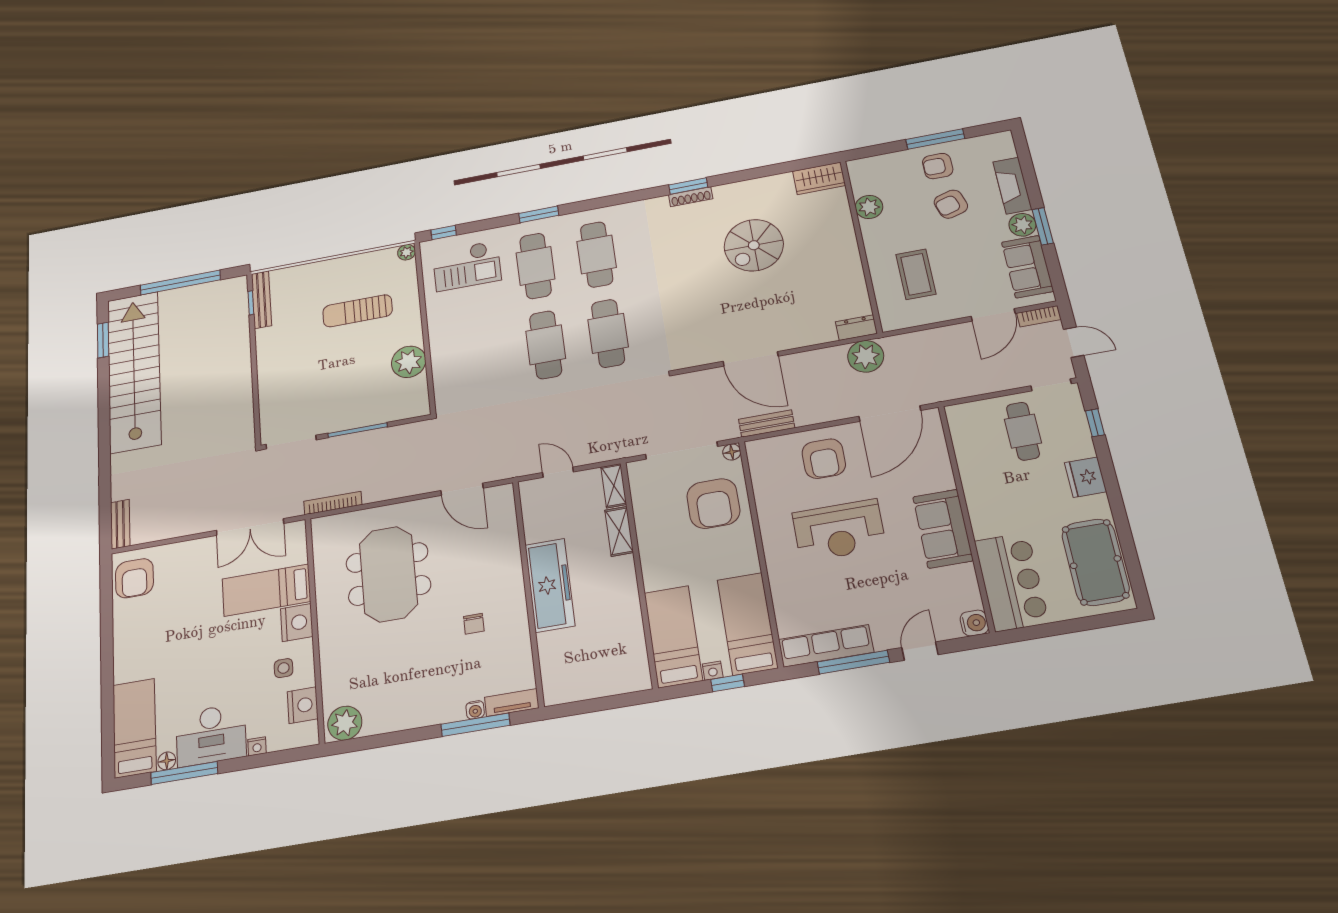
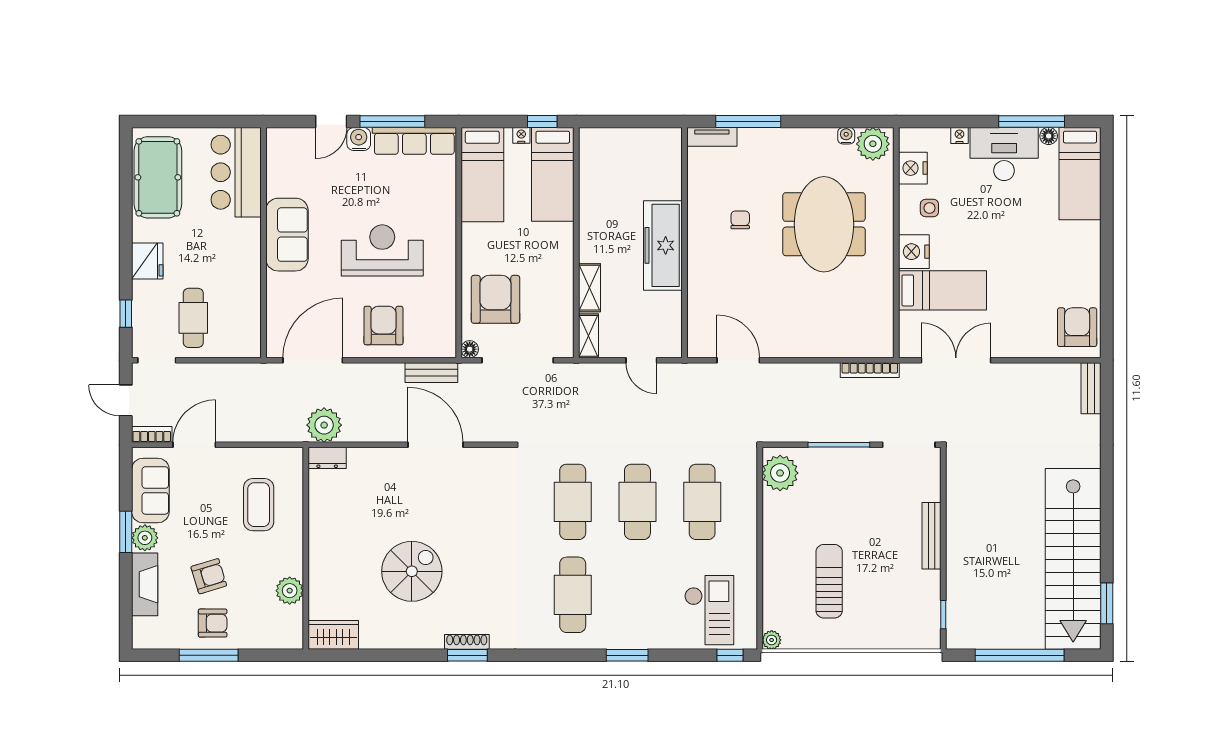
checkout: (467, 266) -> (709, 610), turned 90
cafe table: (536, 266) -> (702, 502), moved
bench: (261, 300) -> (931, 536), moved
sun lounger: (358, 311) -> (829, 581), turned -90
plant: (409, 362) -> (780, 473), moved
meeting table: (388, 574) -> (824, 224), moved
water cooler: (974, 623) -> (359, 139), moved, turned 90
window: (728, 683) -> (542, 121), moved
water cooler: (475, 710) -> (846, 136), moved

